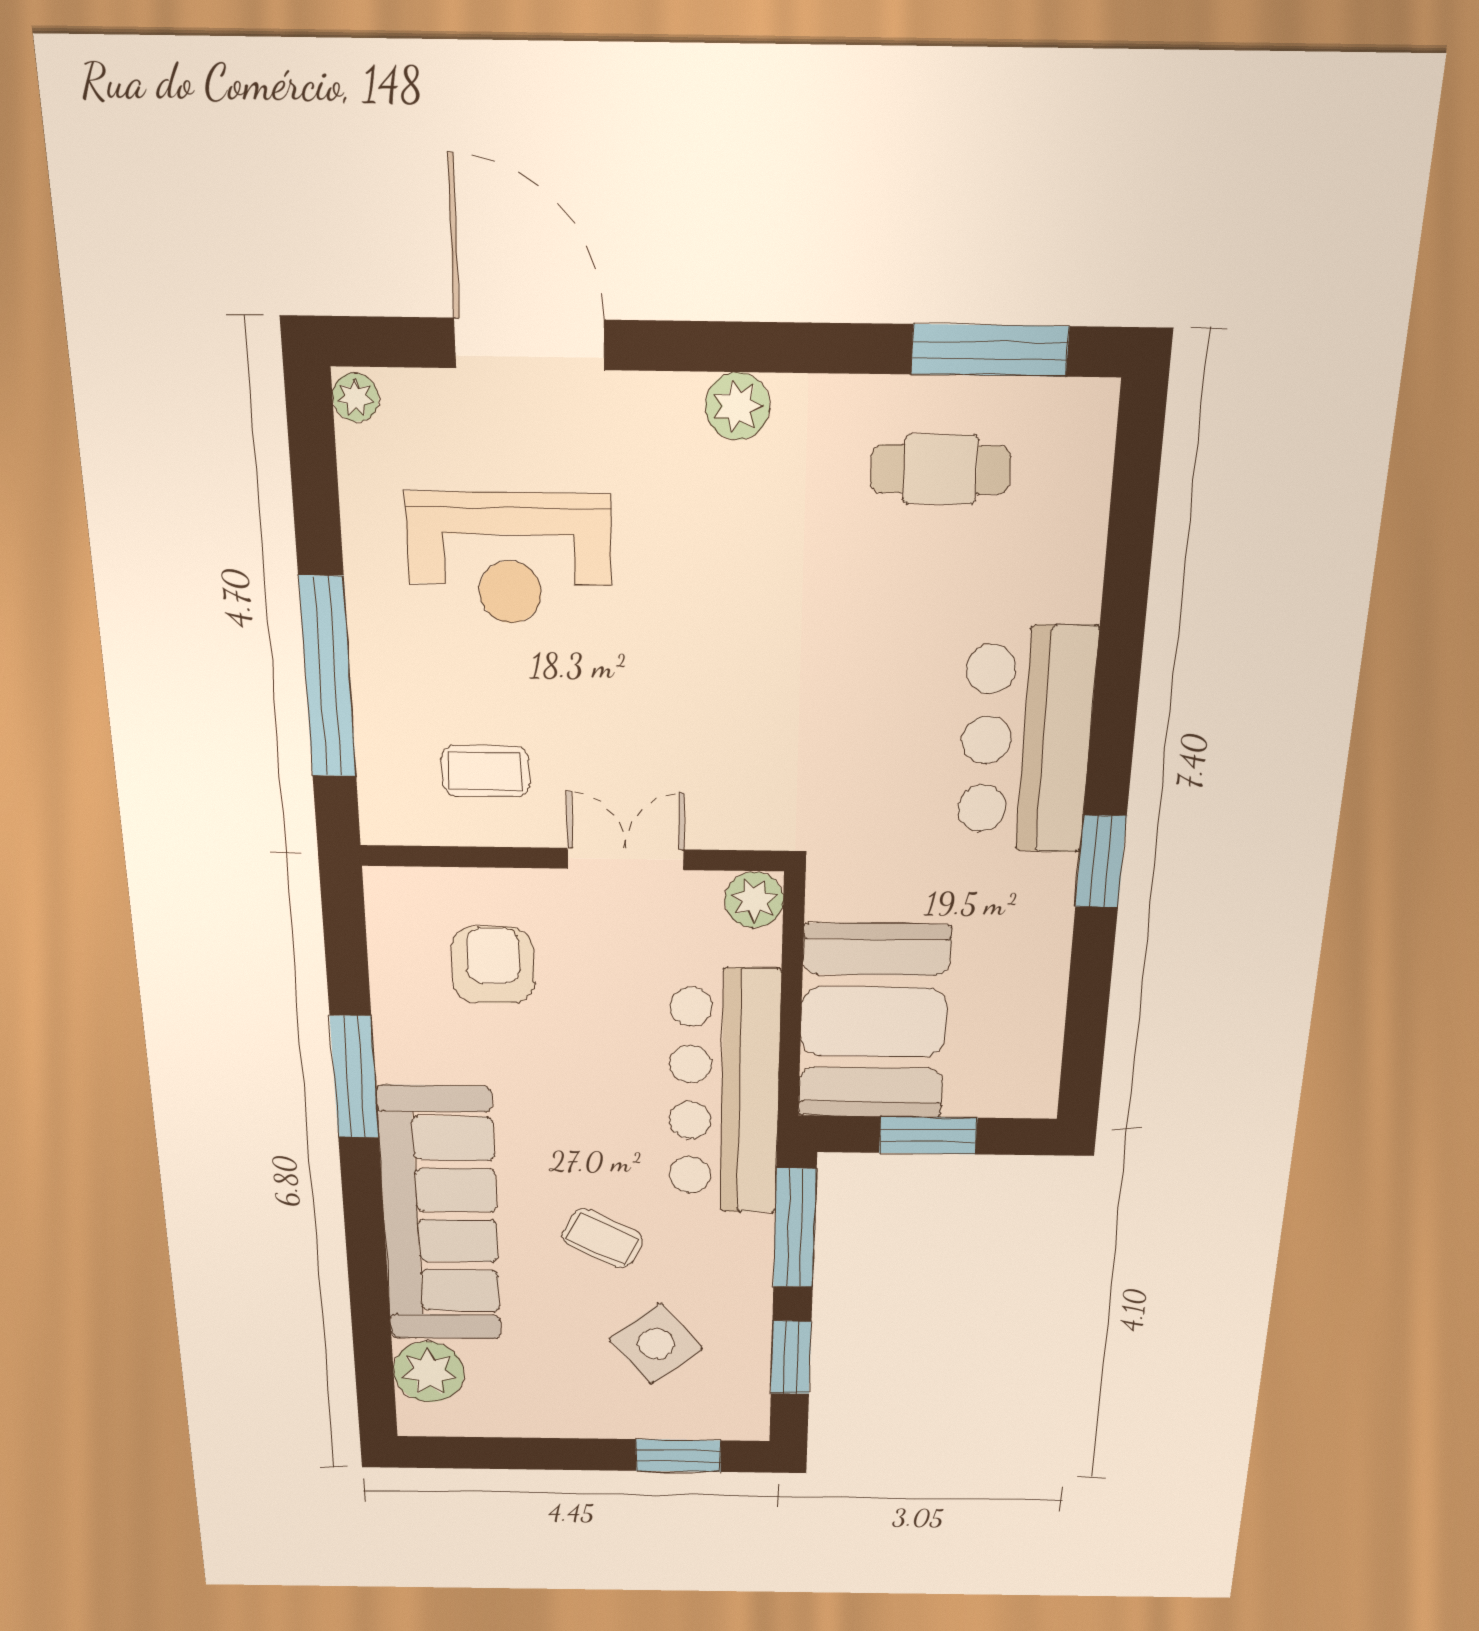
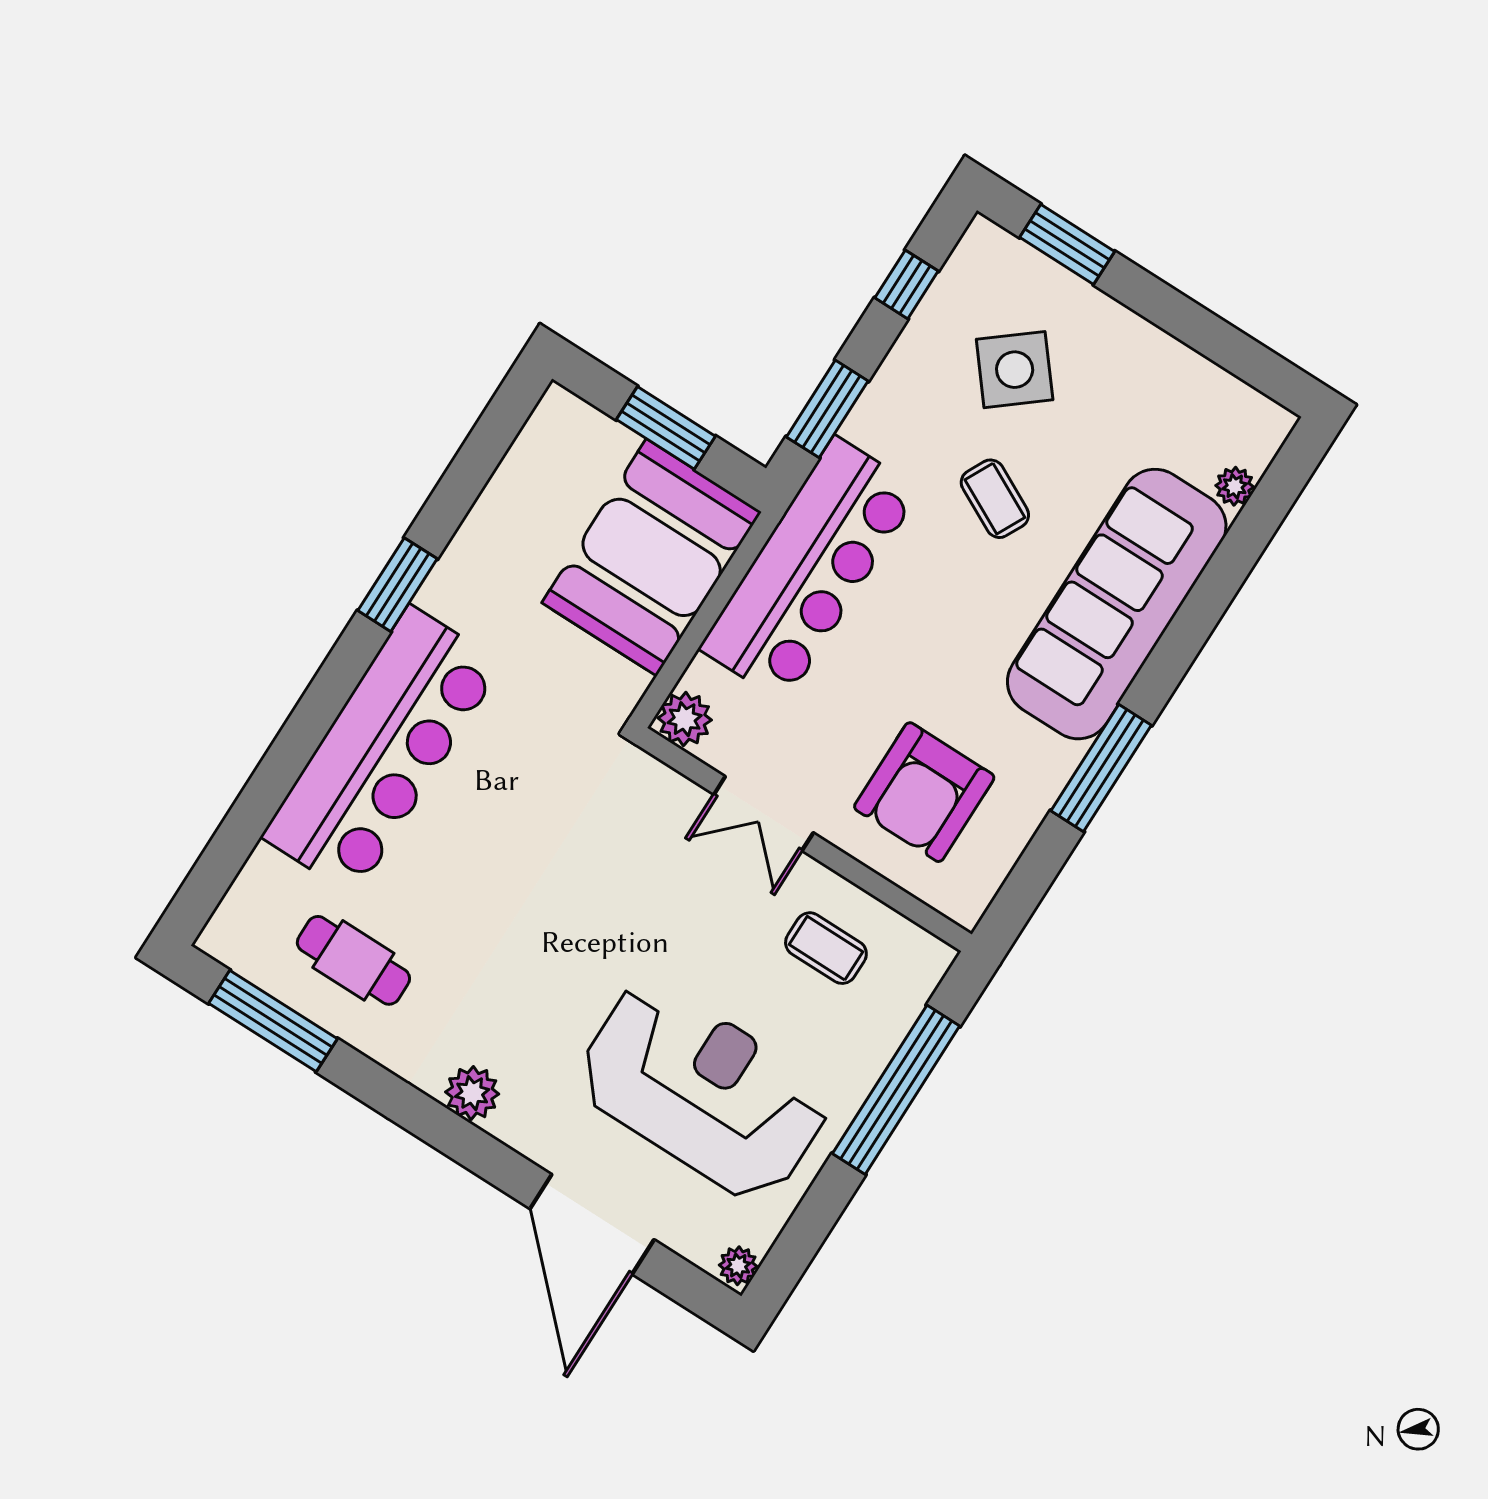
reception desk: (509, 558) -> (703, 1091), width x1.36, depth x1.30
bar counter: (1026, 740) -> (382, 750), width x1.36
armchair: (493, 965) -> (924, 792), width x1.36, depth x1.36
window: (795, 1228) -> (827, 409), width x0.69
window: (791, 1357) -> (907, 284), width x0.67
plant: (429, 1372) -> (1235, 486), width x0.53, depth x0.53

